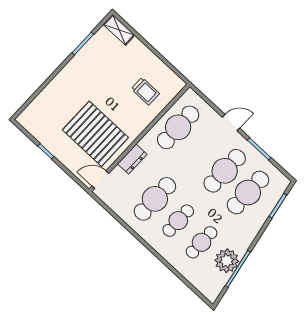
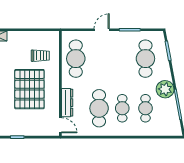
pallet: (95, 134) -> (29, 89), moved, turned 90
dresser: (132, 159) -> (67, 103), width x1.44
cafe table: (225, 171) -> (122, 59), removed
door: (100, 180) -> (60, 125), swing flipped
plant: (227, 261) -> (165, 89), moved

